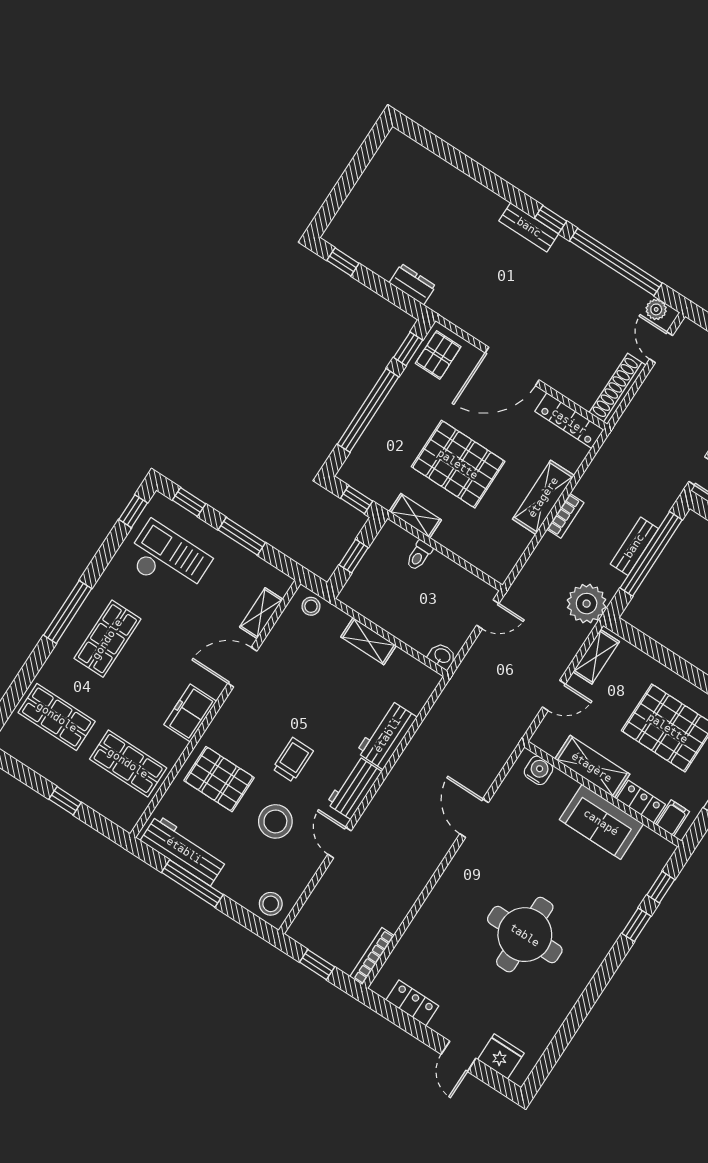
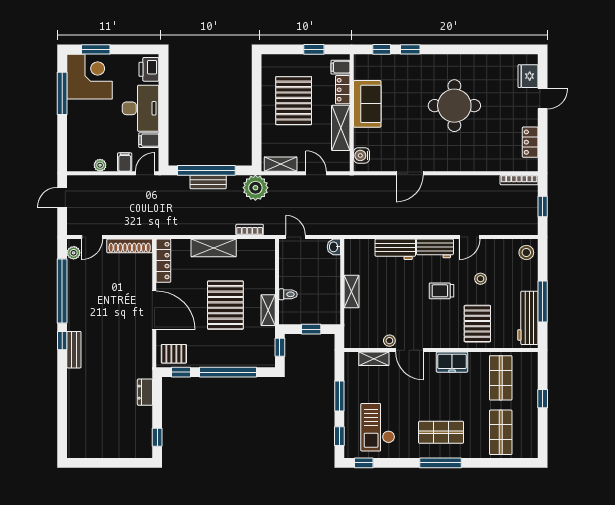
bookcase: (565, 516) -> (250, 230), moved
stool: (311, 606) -> (389, 341), moved
stool: (275, 821) -> (481, 279), width x0.53, depth x0.53

